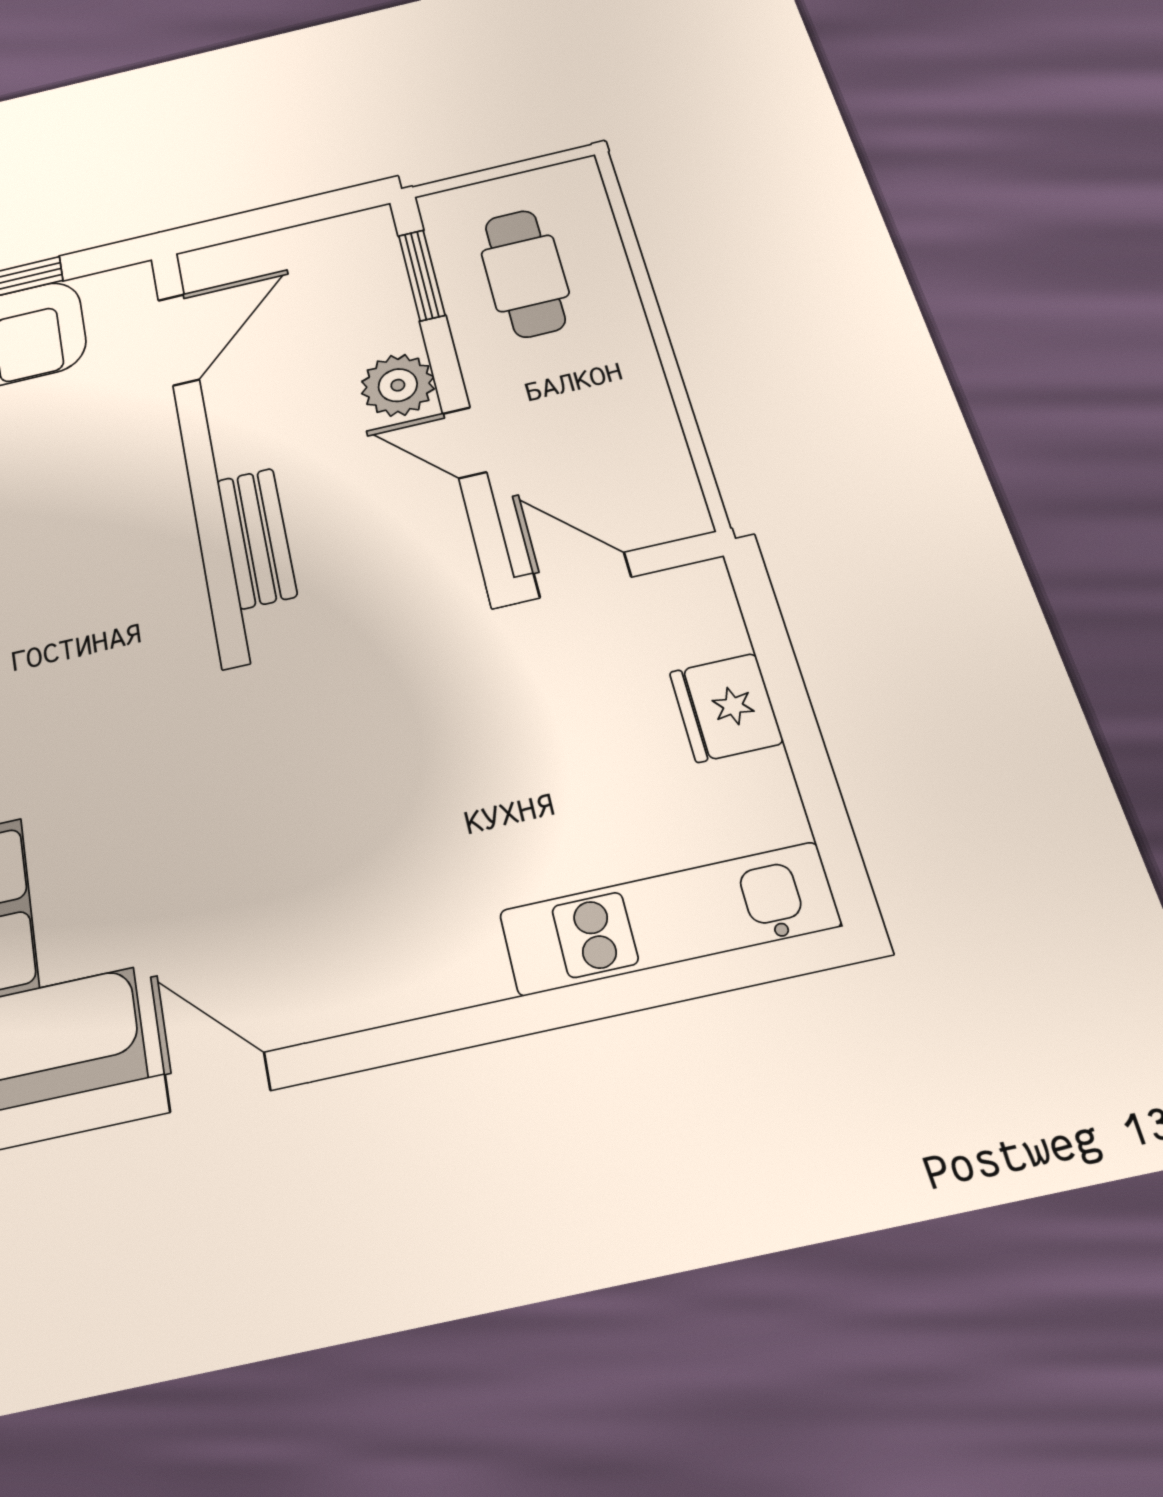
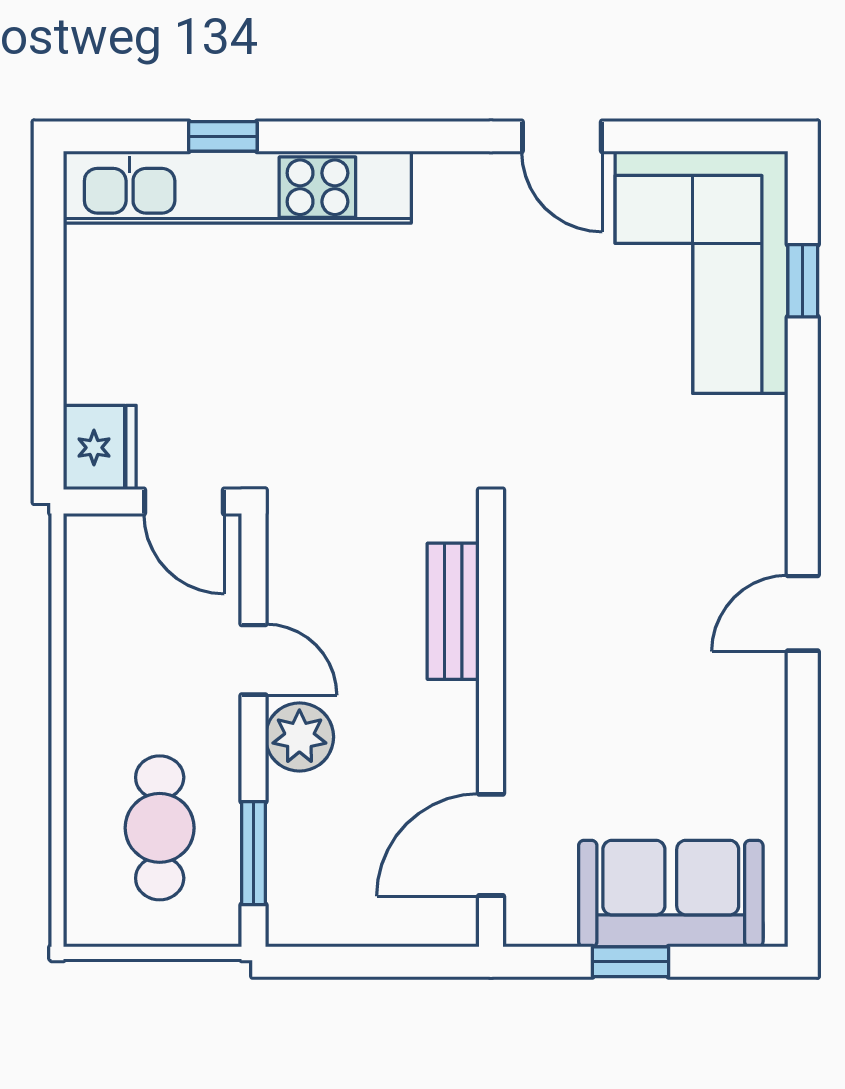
fridge: (726, 707) -> (100, 448), moved
kitchen unit: (669, 919) -> (237, 187), width x1.36
window: (645, 989) -> (223, 136), added

